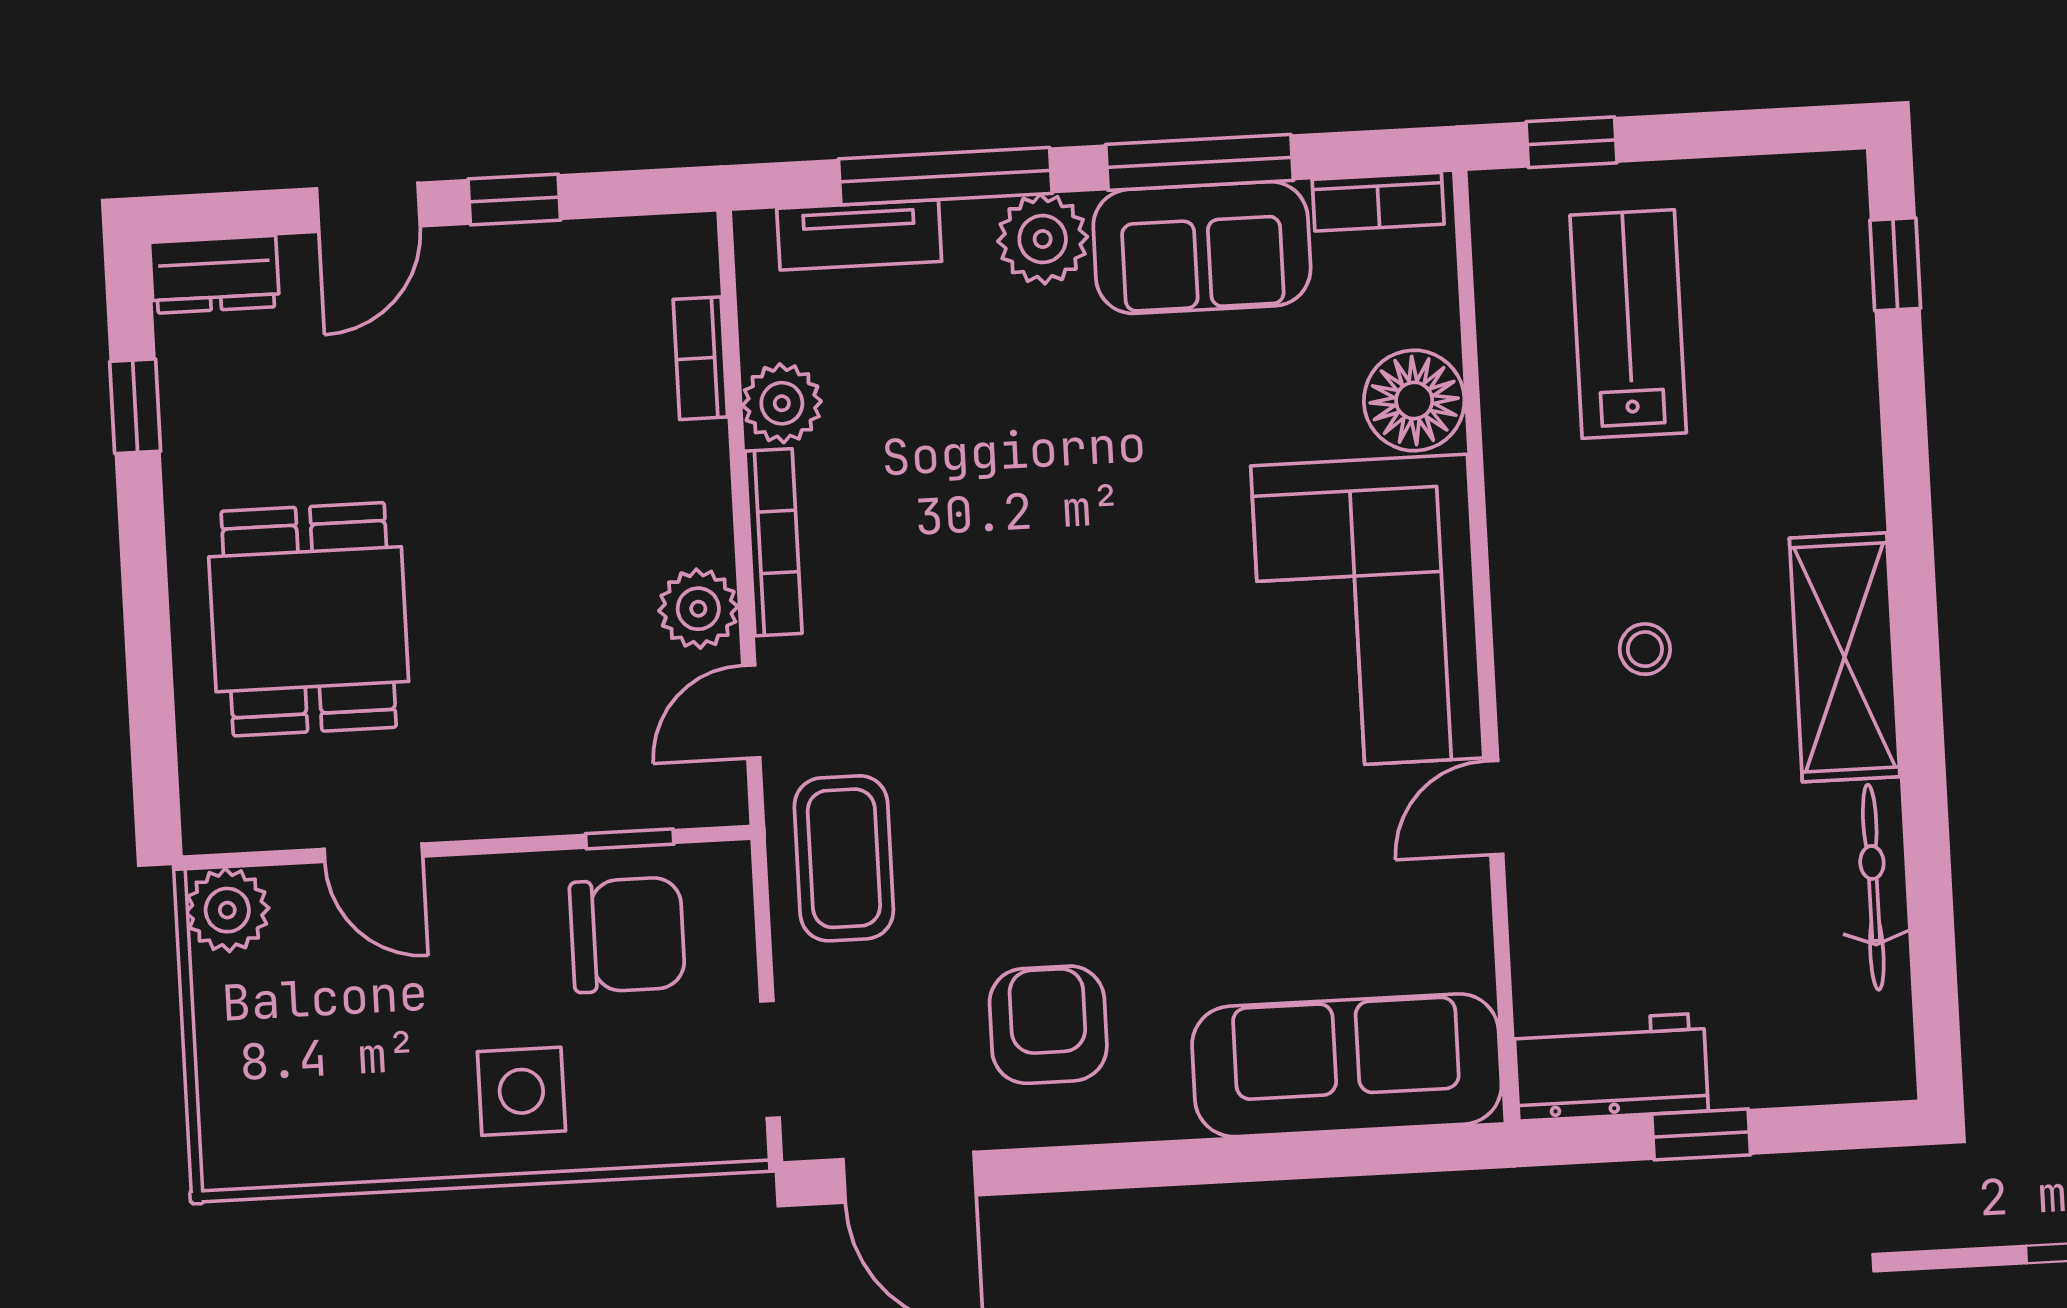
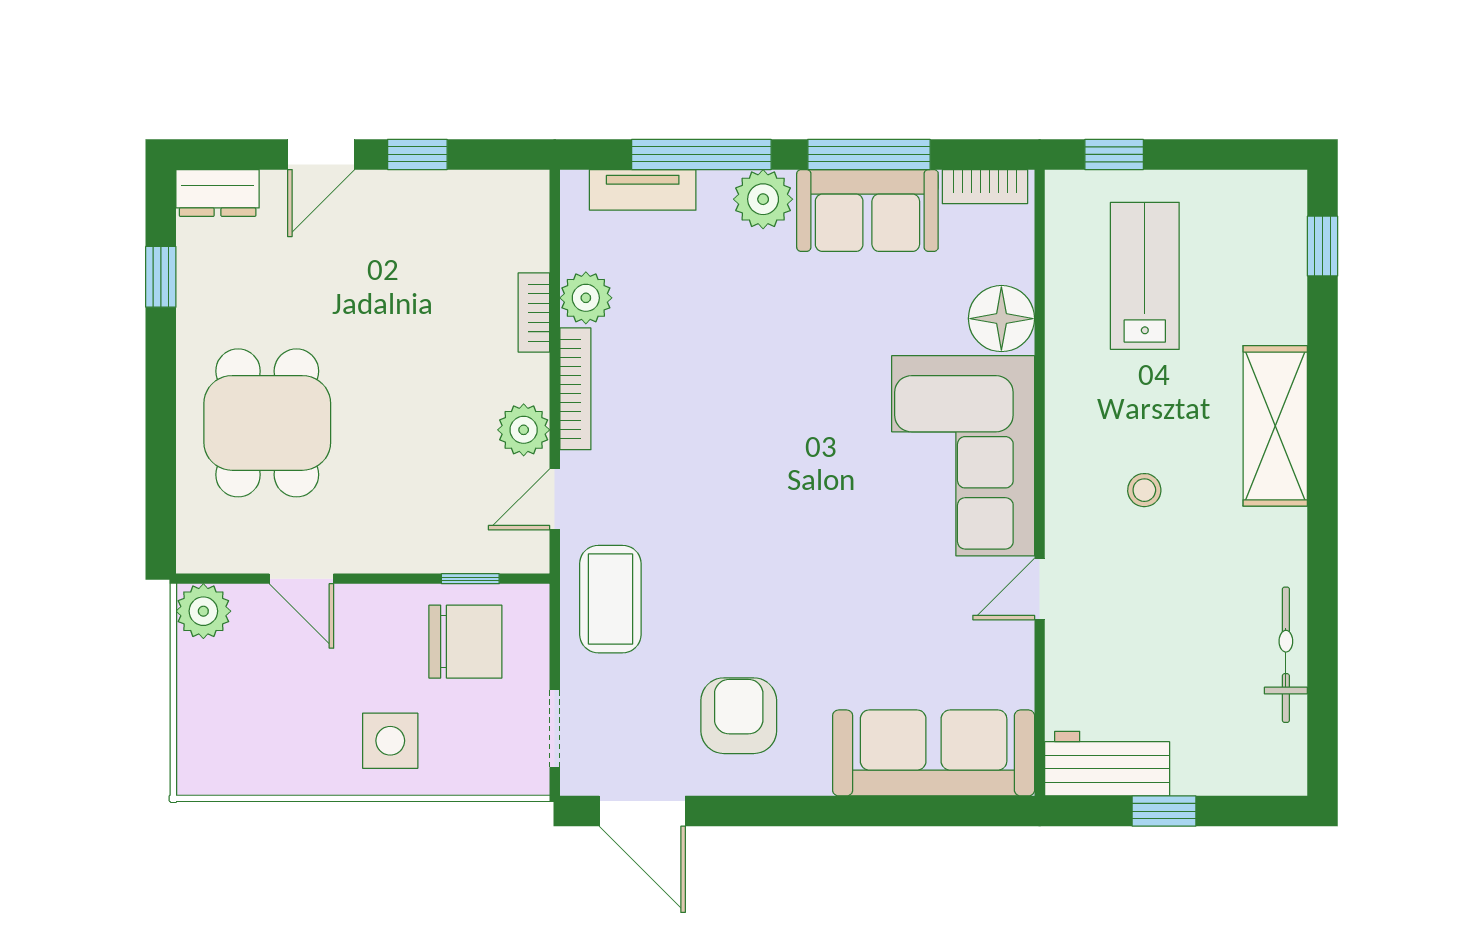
bookcase: (700, 358) -> (534, 313), moved
shelving: (1845, 657) -> (1275, 426), moved

